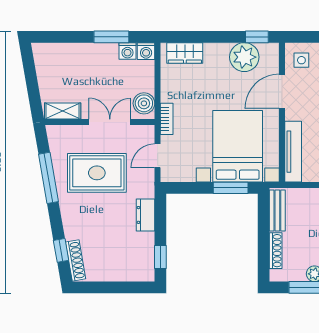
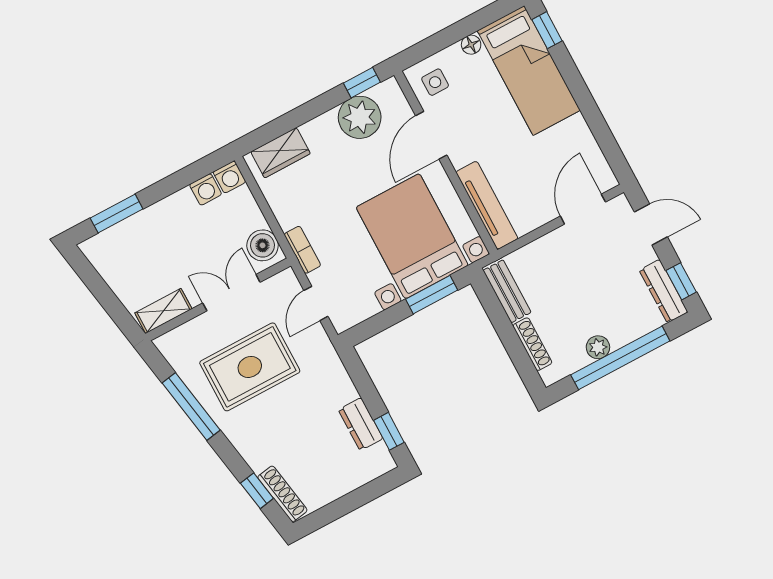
window: (111, 37) -> (117, 214), moved
dresser: (146, 215) -> (361, 424), moved

